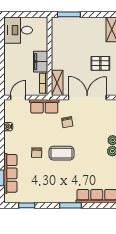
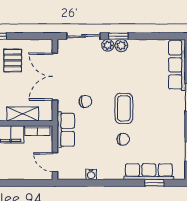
shelving: (57, 83) -> (23, 114), moved

